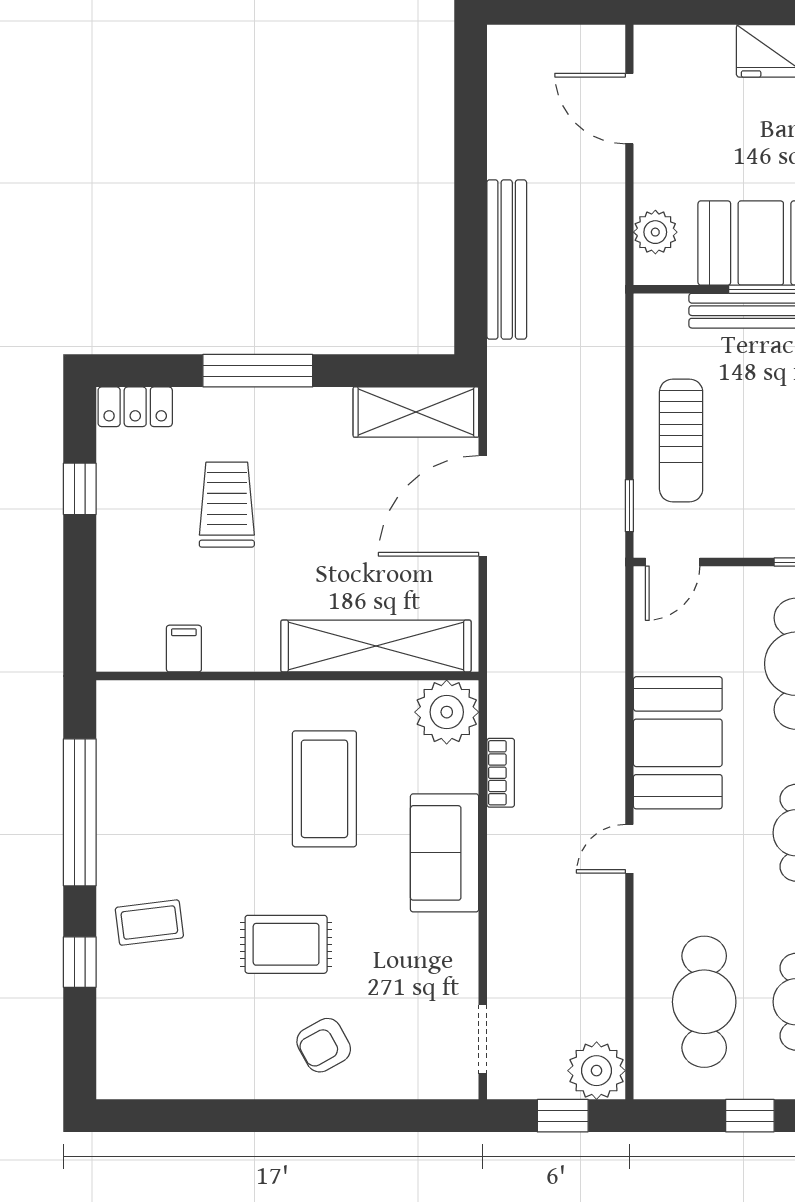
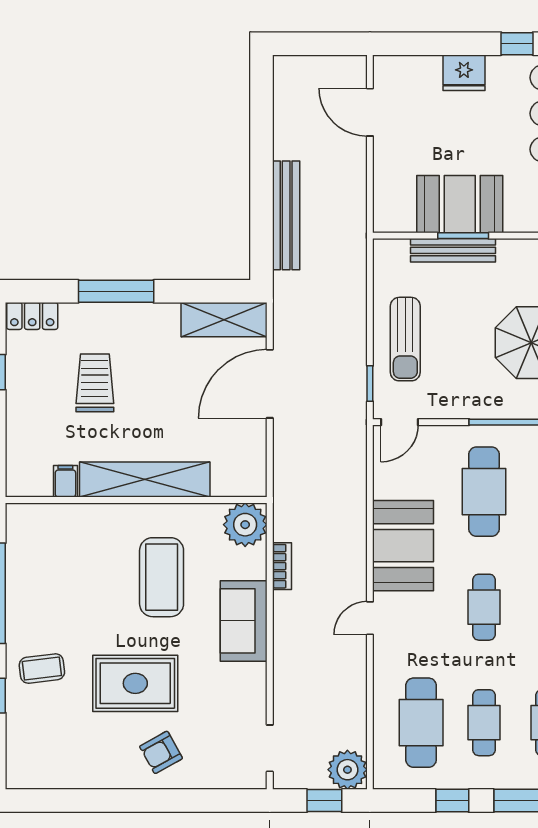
plant: (655, 232) -> (388, 197), removed
shelving: (376, 646) -> (145, 479), moved
rug: (286, 944) -> (135, 683), width x1.36, depth x1.43

